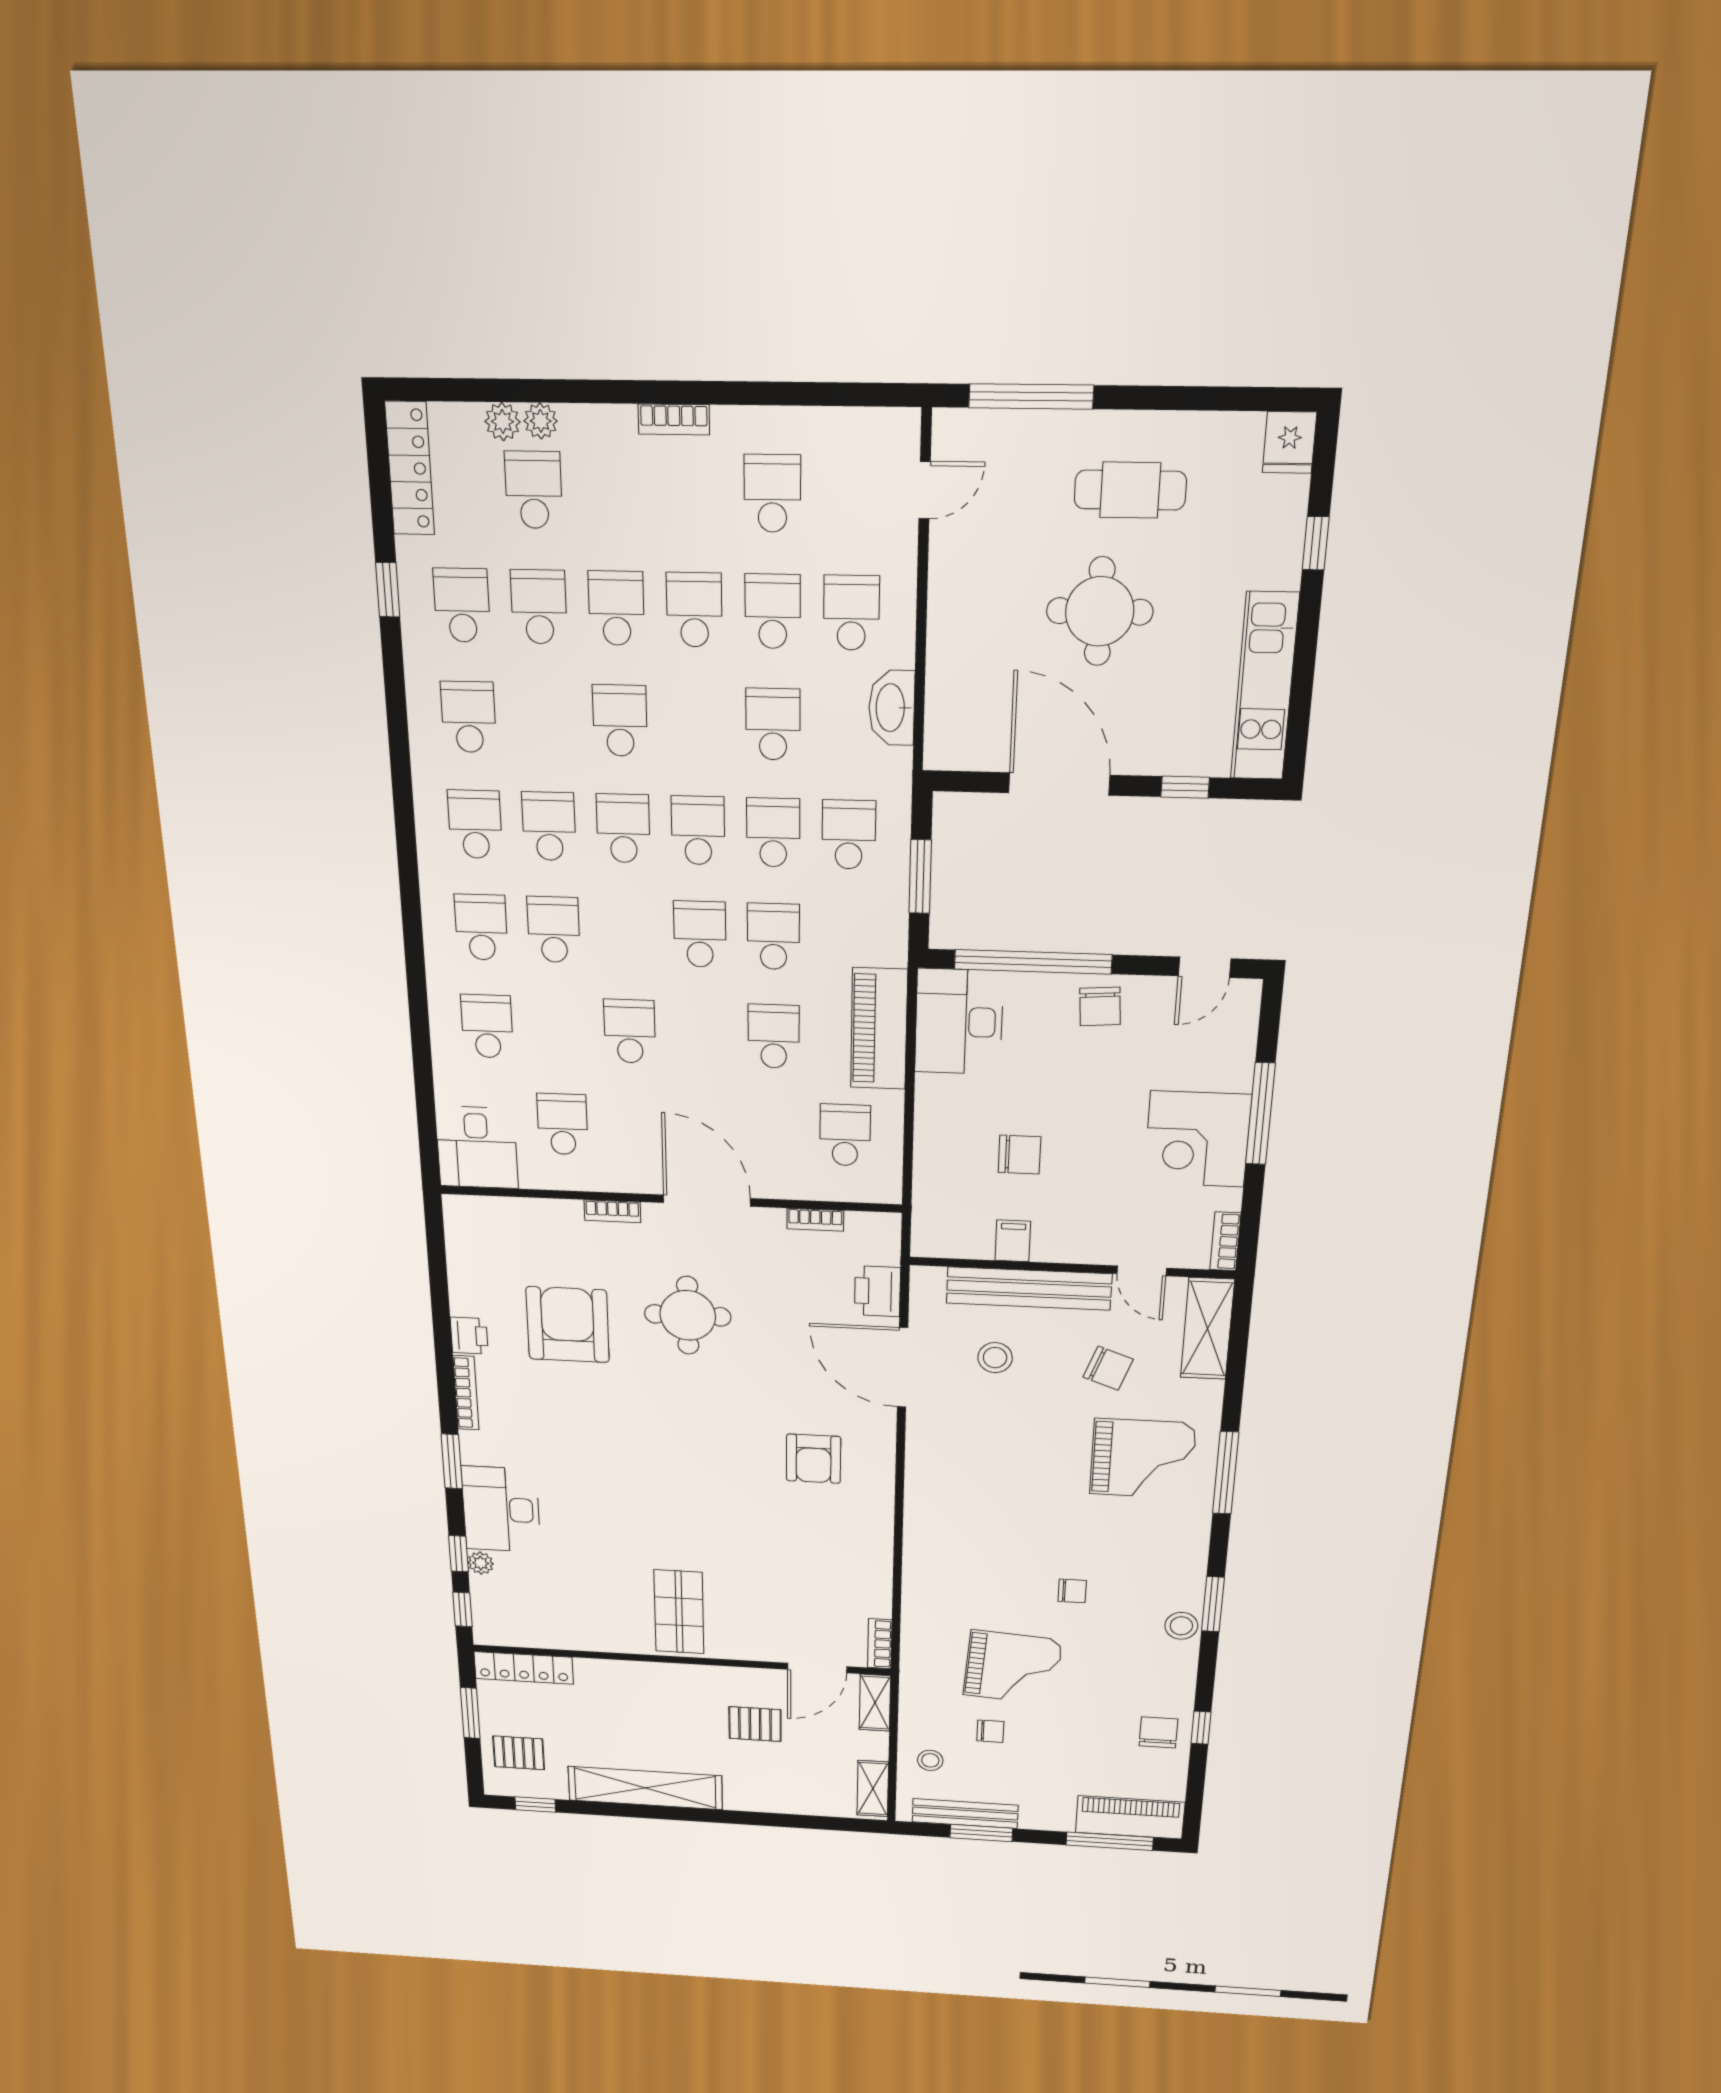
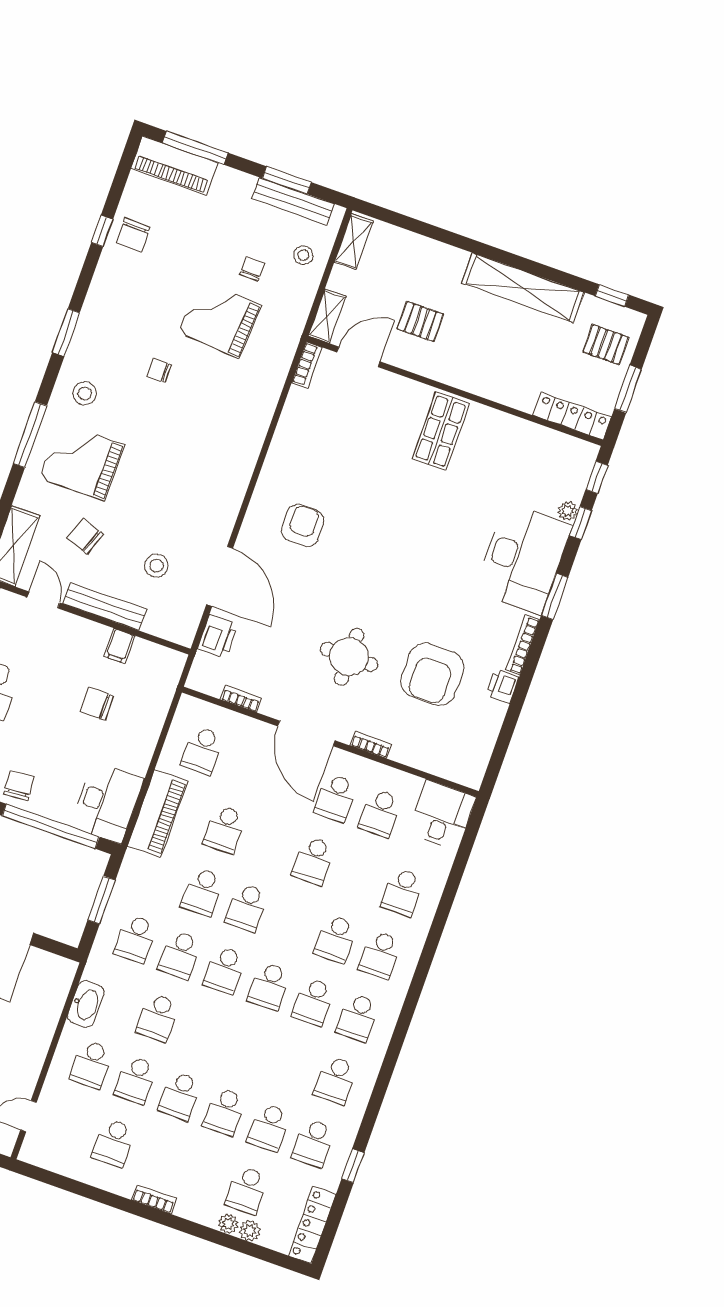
school desk: (620, 721) -> (335, 798), moved
bench: (1029, 1289) -> (104, 606), width x0.73, depth x0.82
desk: (501, 1509) -> (523, 559), width x1.36, depth x1.30
stool: (1181, 1626) -> (85, 393), moved
chair: (990, 1731) -> (252, 269), turned 90

